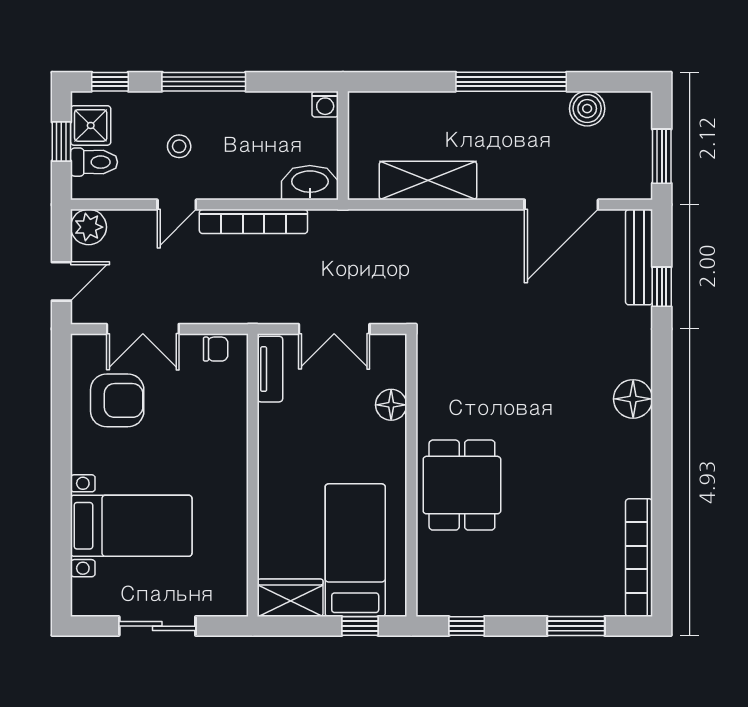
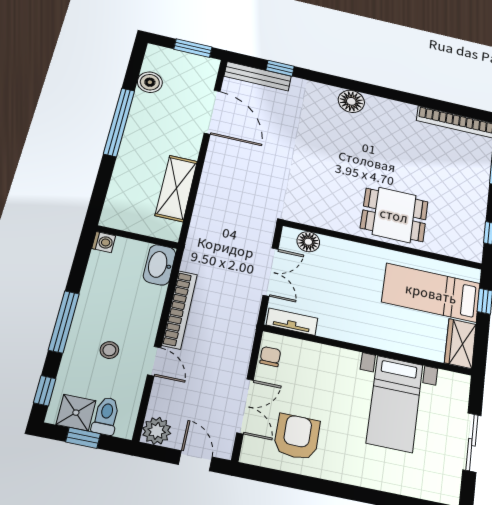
floor lamp: (391, 405) -> (308, 242), moved
bed with nightstands: (131, 526) -> (395, 404), moved, turned 180

